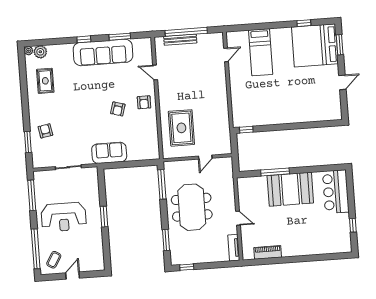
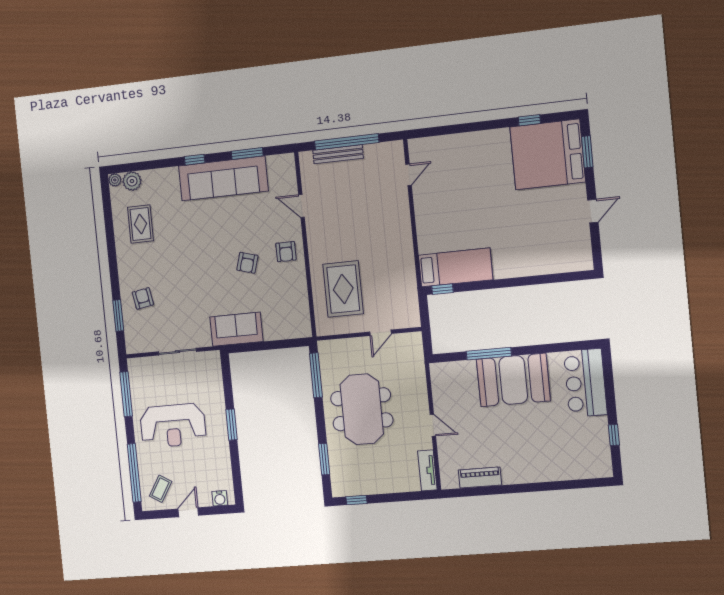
bed: (261, 52) -> (456, 267), moved, turned -90
water cooler: (95, 266) -> (220, 498), added

